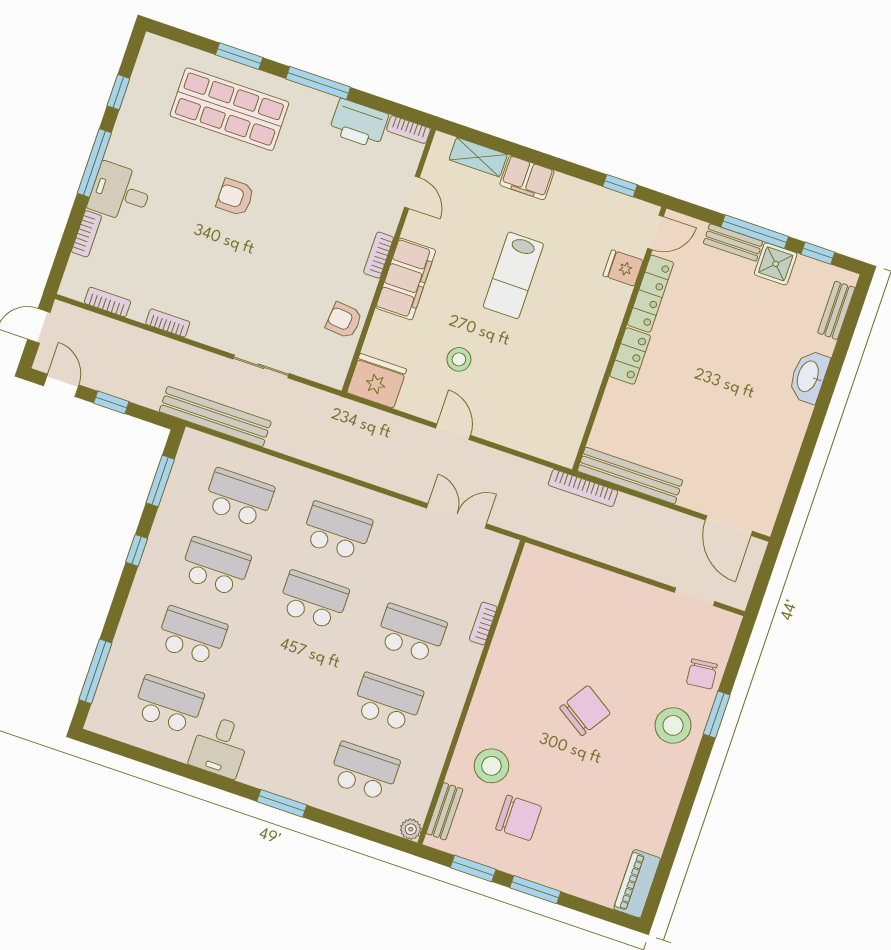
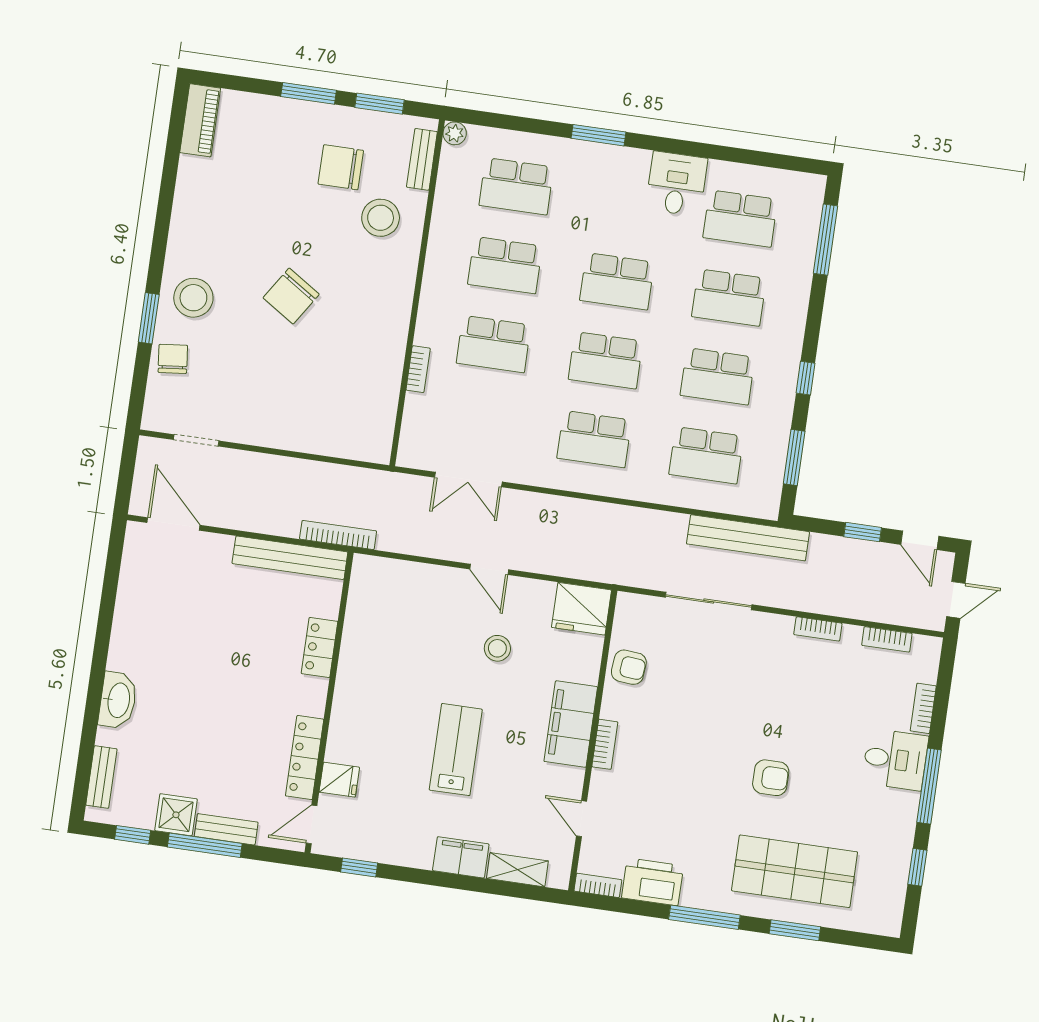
locker: (630, 356) -> (320, 647), moved
sliding door: (261, 366) -> (709, 601), width x1.37
school desk: (290, 669) -> (617, 281), added

